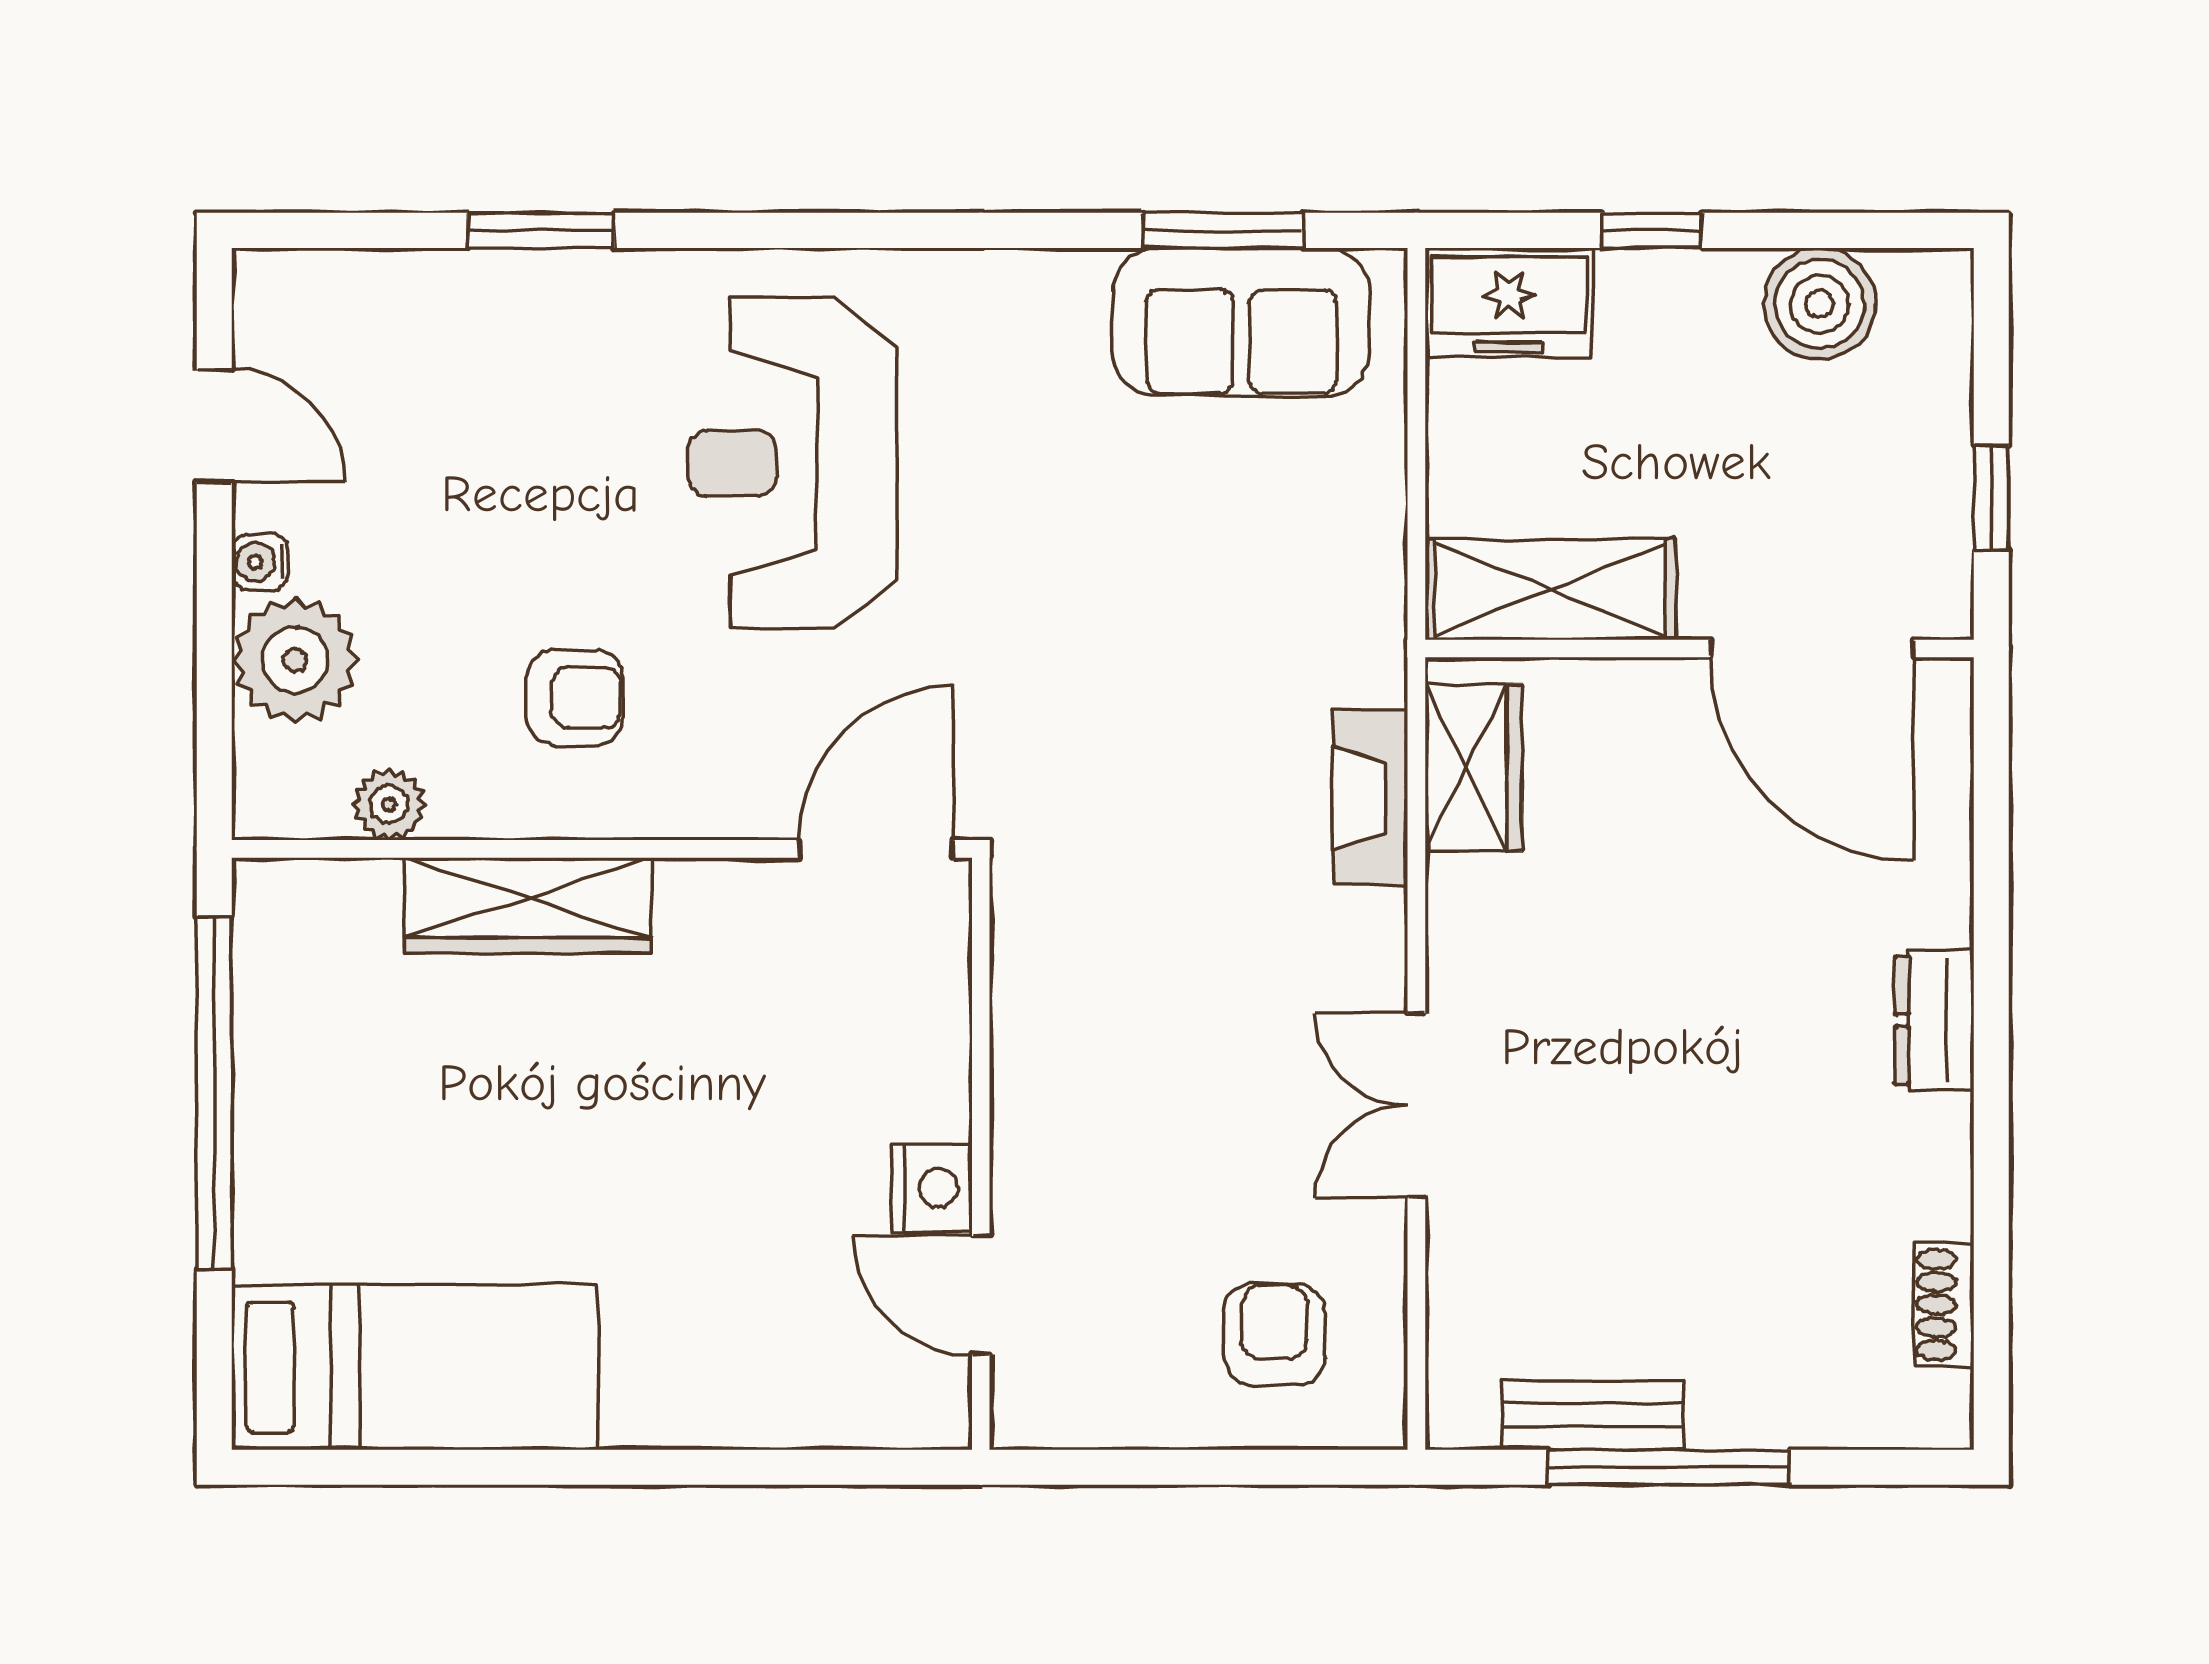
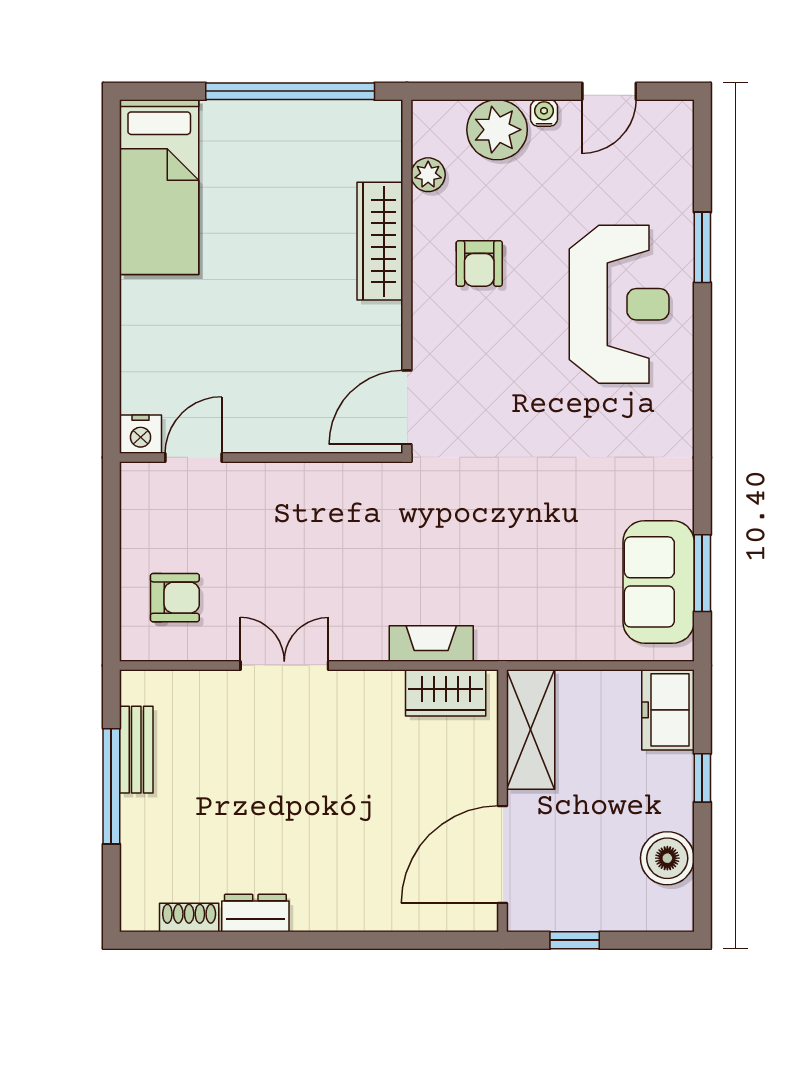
reception desk: (793, 463) -> (619, 304), moved, turned 90
door: (876, 849) -> (407, 407), swing flipped
dresser: (1934, 1020) -> (255, 913), moved
nightstand: (932, 1188) -> (141, 434), moved

